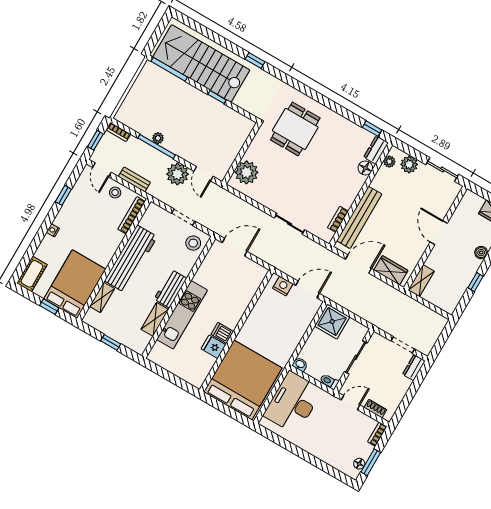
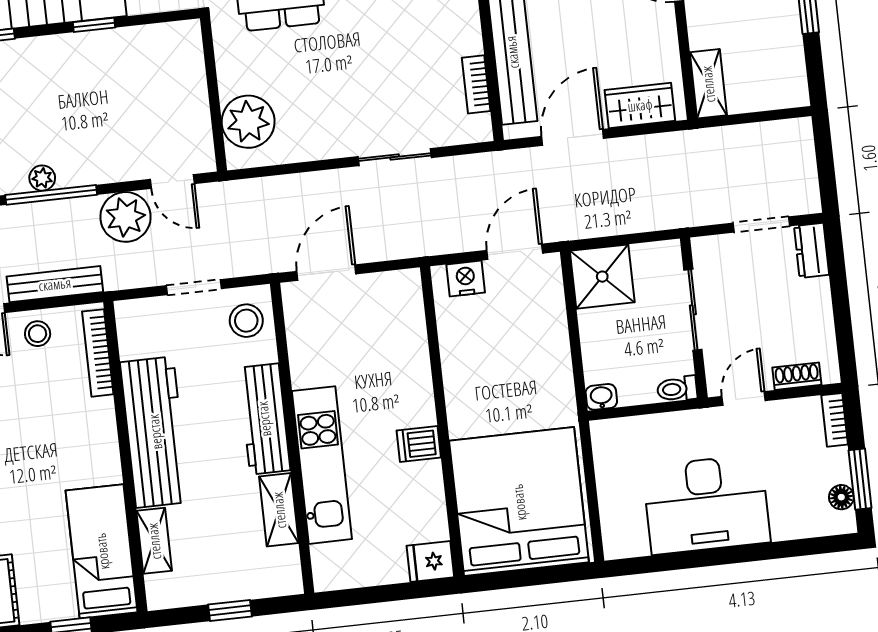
bench: (134, 179) -> (55, 284), width x1.36
bed: (75, 284) -> (102, 551), width x0.67
workbench: (170, 289) -> (264, 419), width x1.38
fridge: (213, 347) -> (430, 561), moved
desk: (293, 403) -> (706, 504), moved, turned -90

